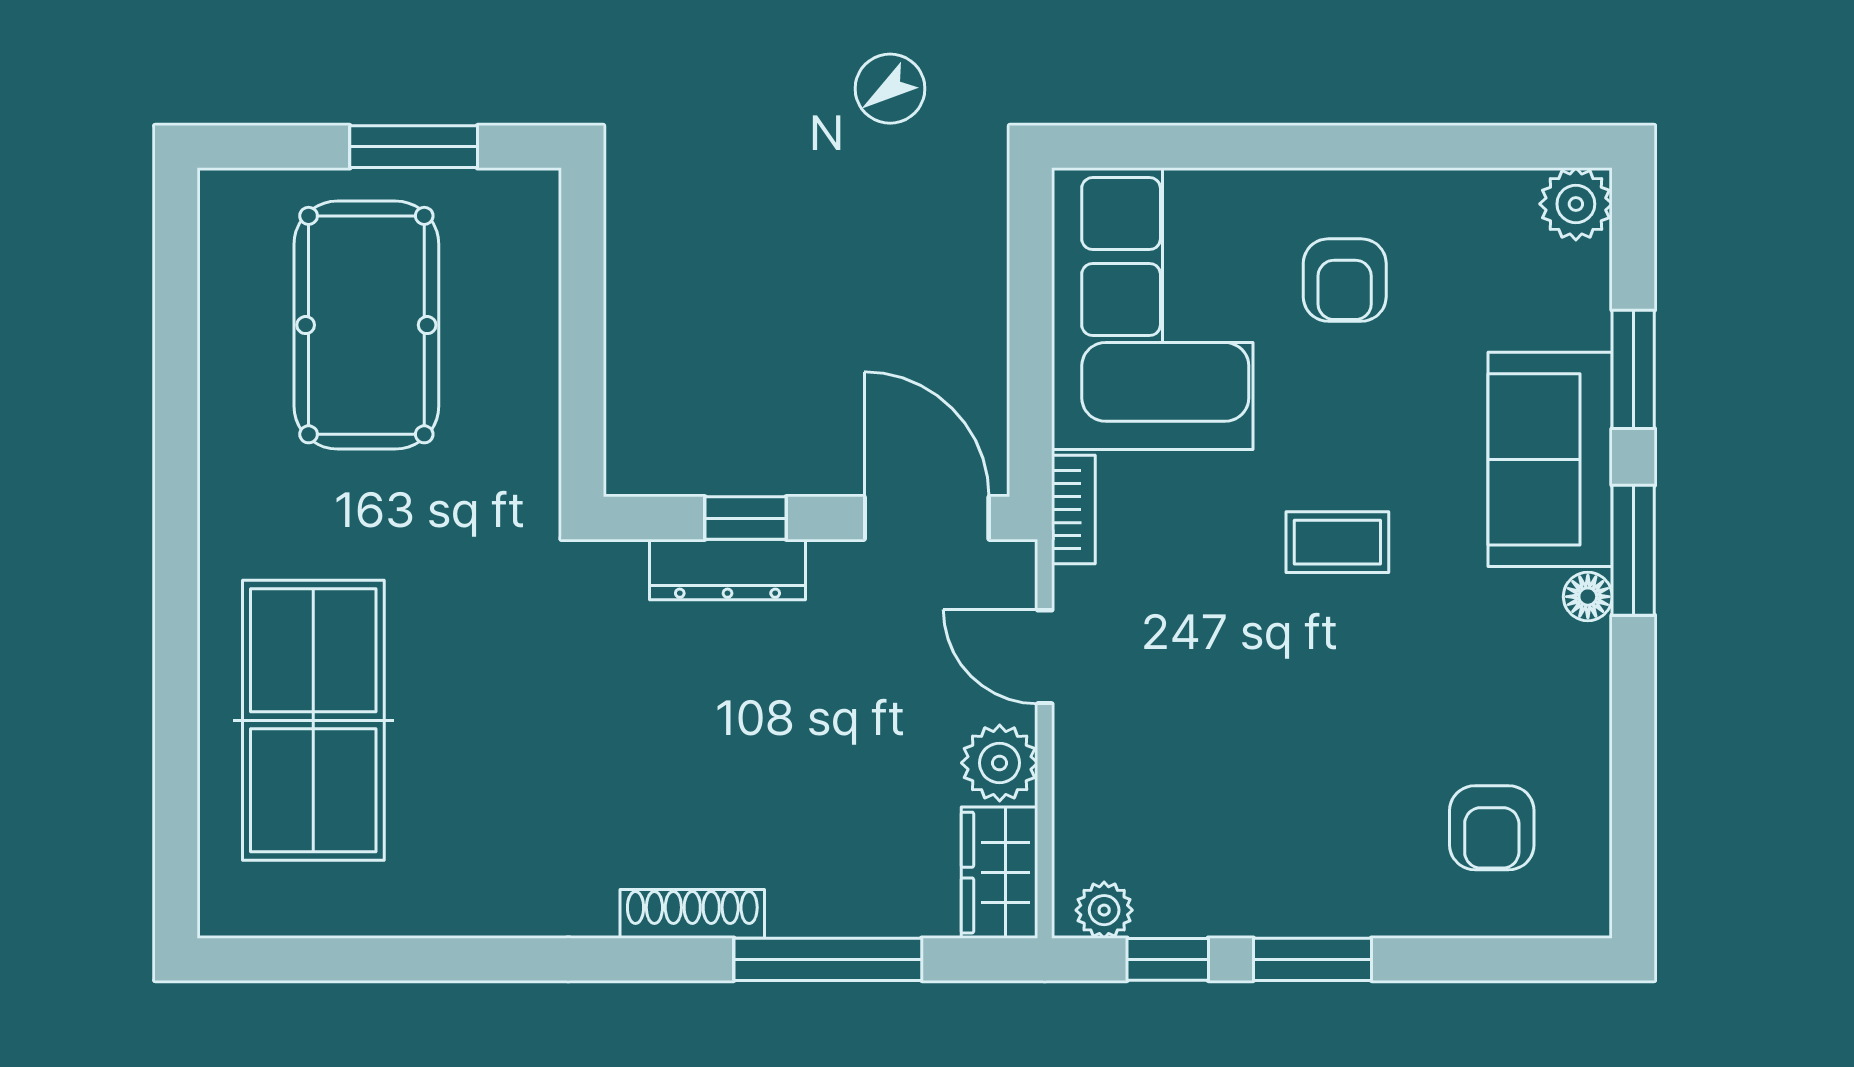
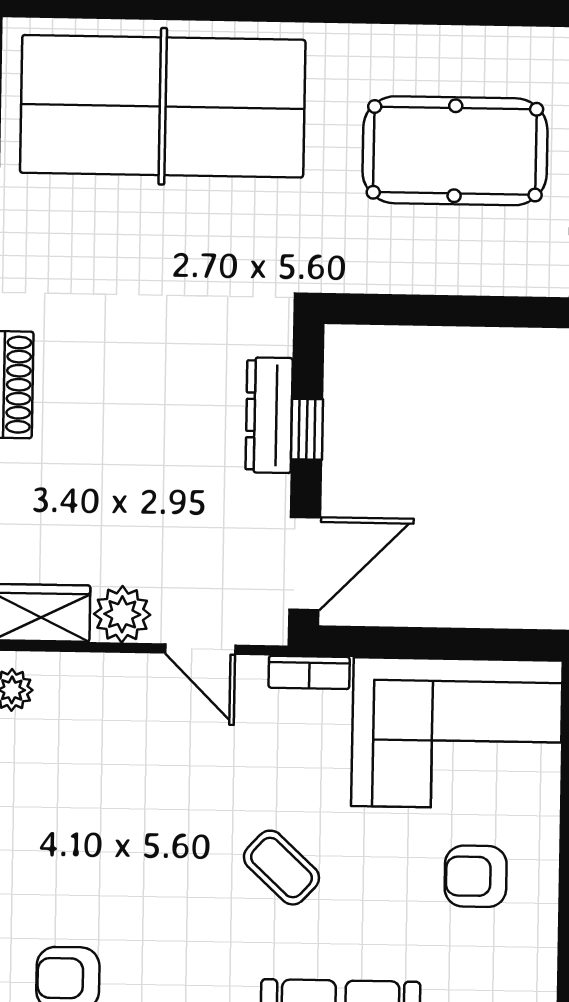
coffee table: (1337, 542) -> (281, 868), turned -47
door: (1045, 657) -> (200, 649), swing flipped
table tennis table: (313, 720) -> (163, 106), width x1.36, depth x1.32

